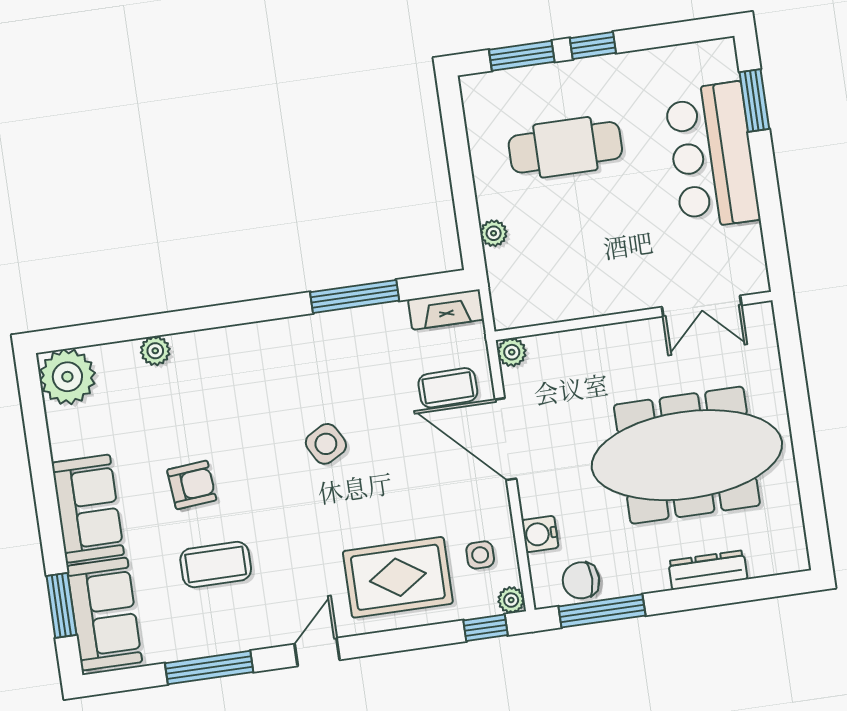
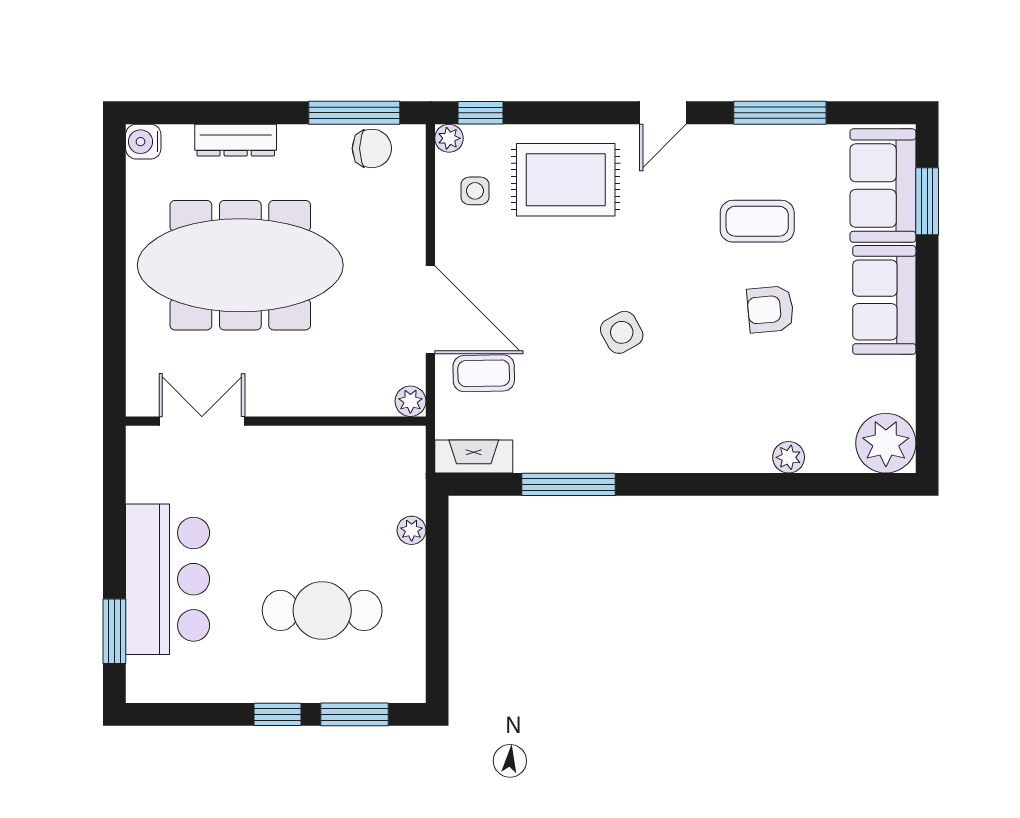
water cooler: (540, 534) -> (143, 142), moved, turned 180

